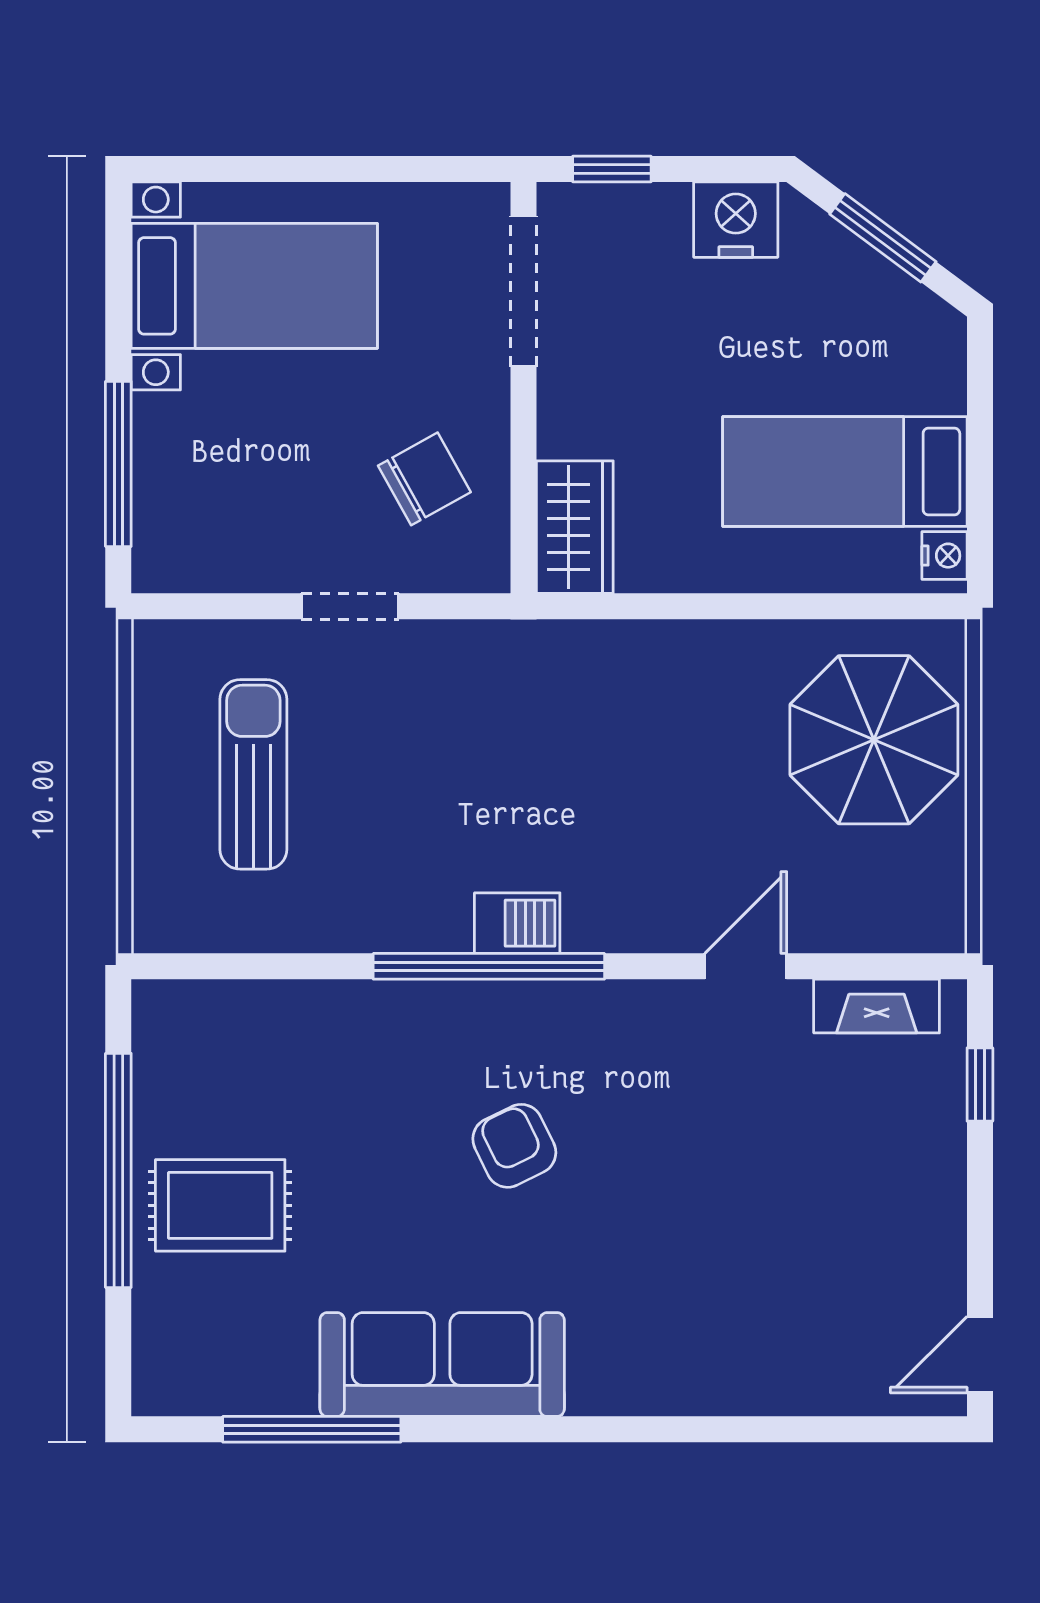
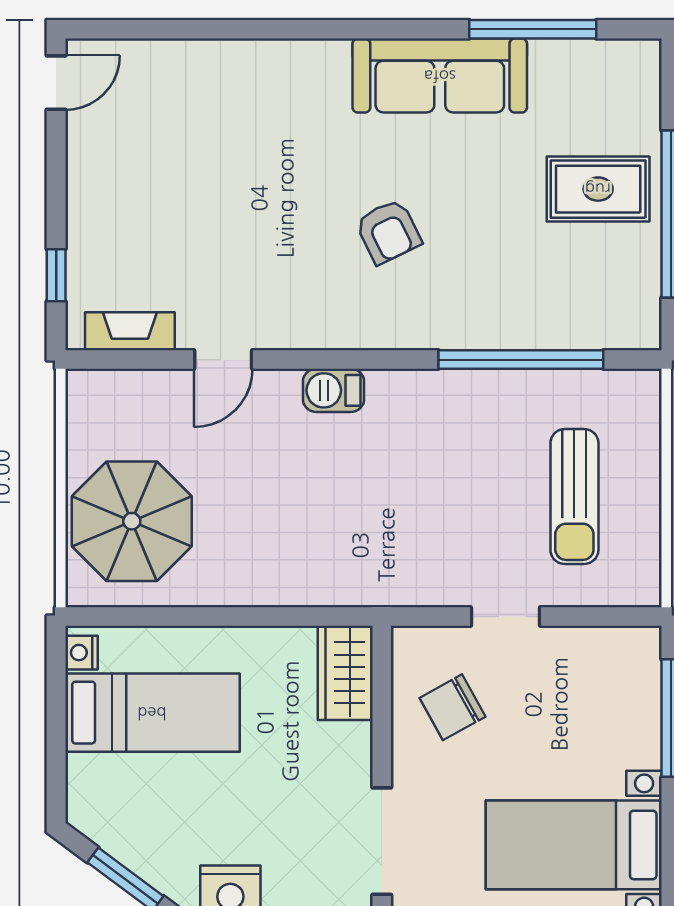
barbecue: (517, 923) -> (334, 390), moved
window: (489, 966) -> (521, 360), moved

